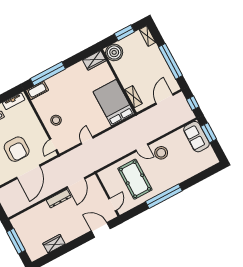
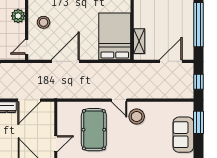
plant: (35, 125) -> (18, 16), added
sofa: (196, 137) -> (183, 135), moved
door: (87, 140) -> (65, 61), width x1.88

